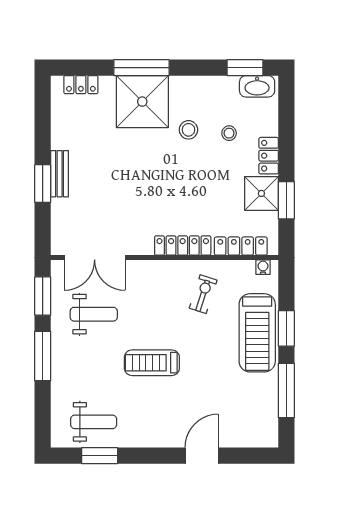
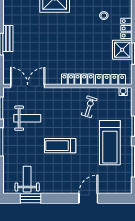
stool: (188, 130) -> (81, 14), removed
double door: (95, 258) -> (28, 86), swing flipped
treadmill: (257, 333) -> (110, 143), moved
weight bench: (94, 422) -> (27, 179), turned -90

